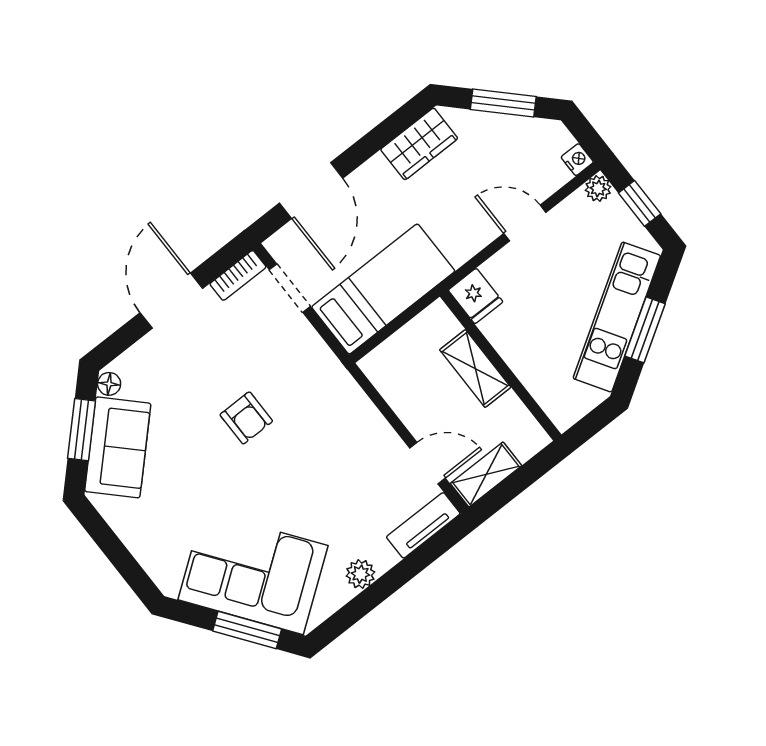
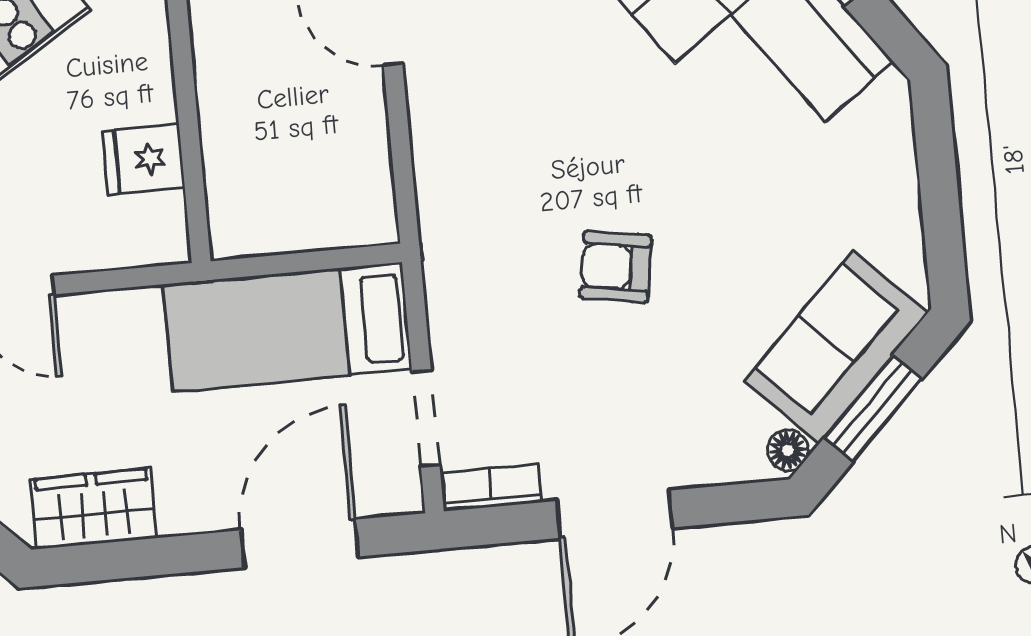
fridge: (476, 296) -> (144, 159), moved, turned -90
shelving: (475, 369) -> (227, 120), removed
armchair: (246, 418) -> (616, 267), turned -81

